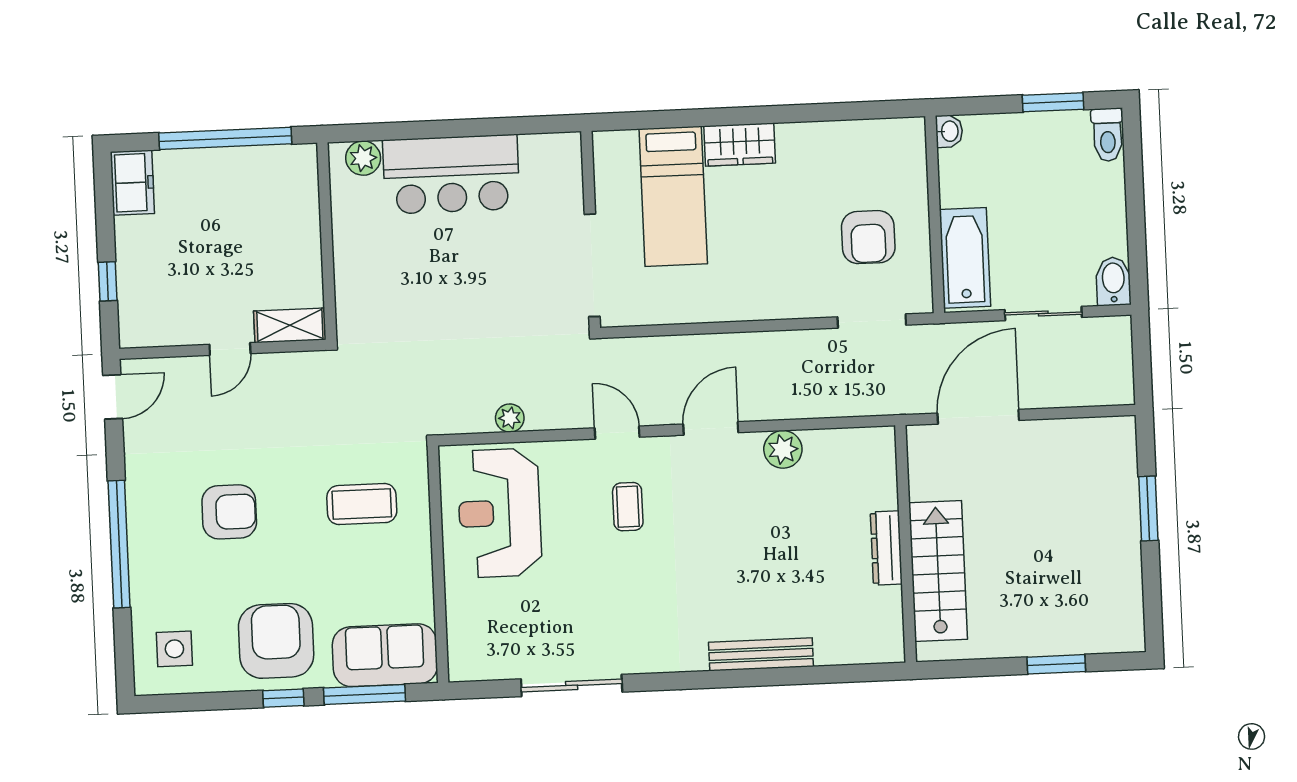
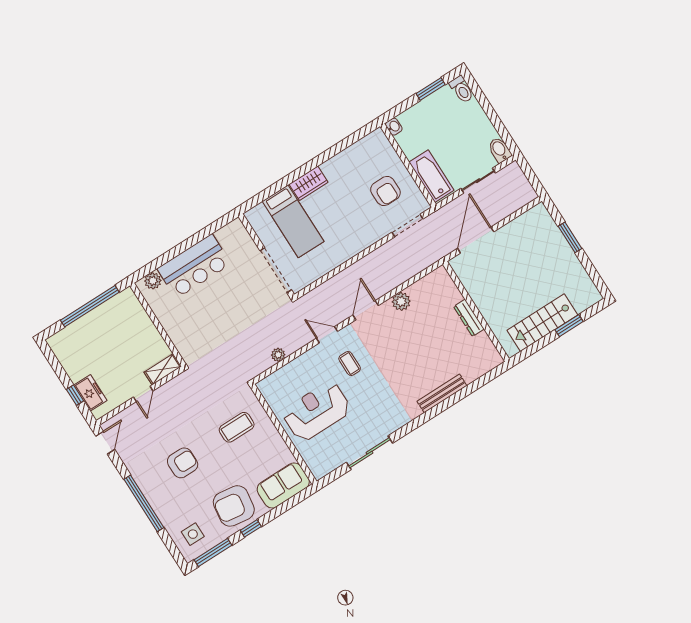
freezer: (132, 183) -> (90, 393), moved
reception desk: (500, 513) -> (317, 411), moved, turned 90
stairs: (938, 571) -> (542, 323), moved, turned -90
armchair: (276, 641) -> (234, 506), turned -82
window: (365, 695) -> (213, 552), moved

